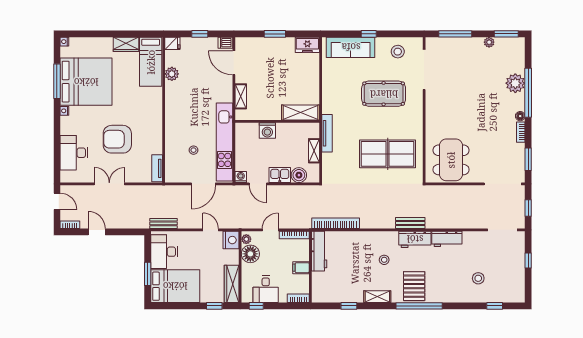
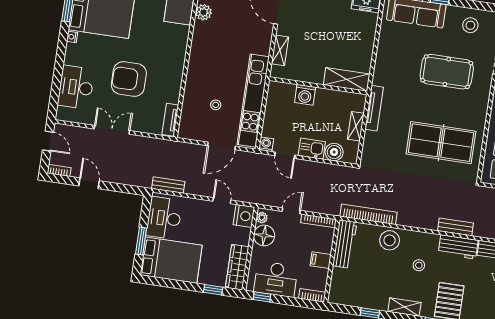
stool: (356, 242) -> (390, 240), added
desk: (266, 289) -> (276, 279), width x1.37

